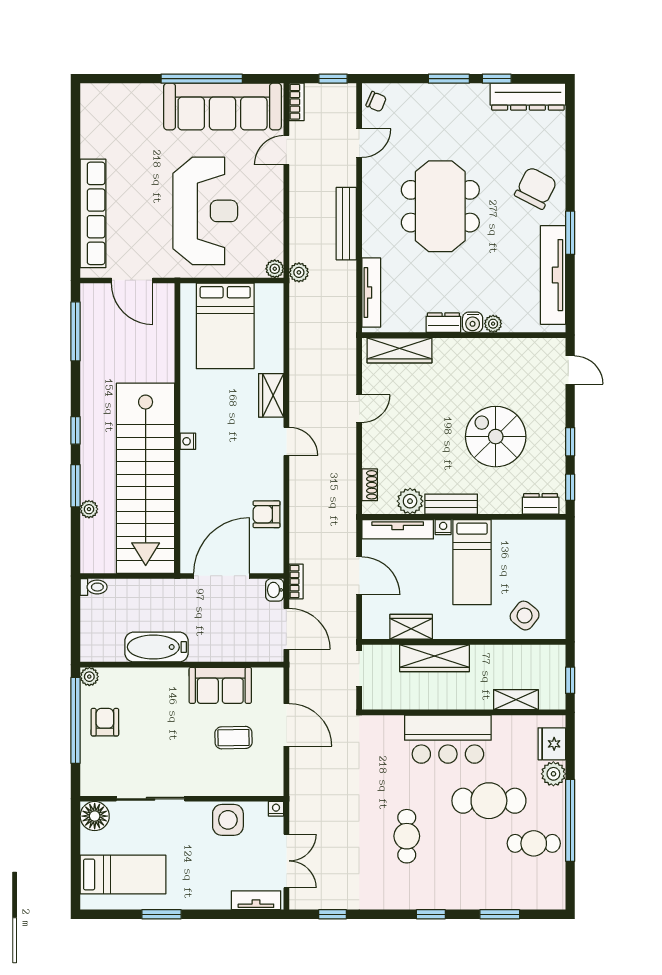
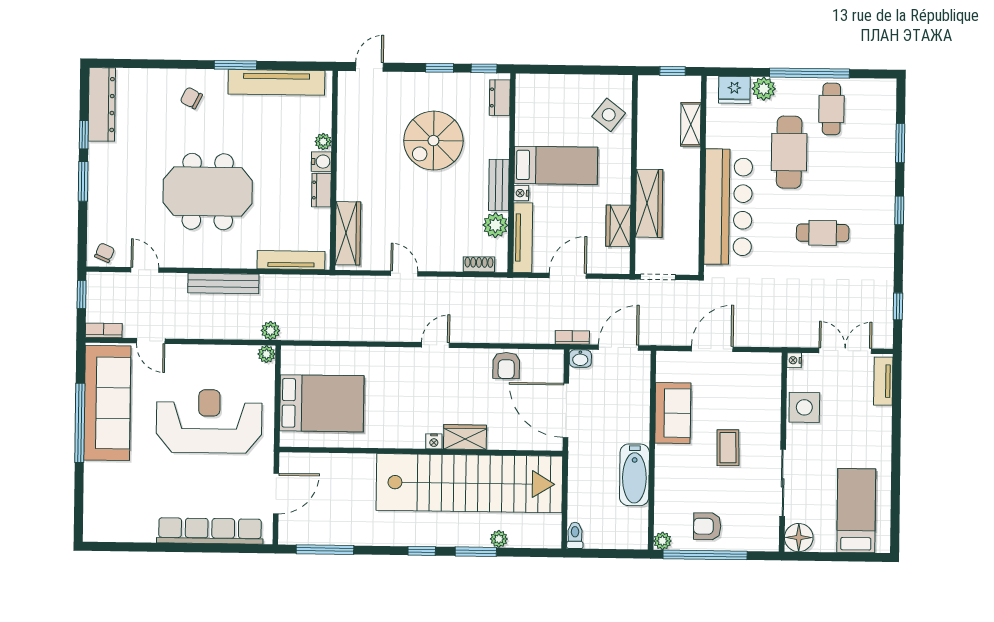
chair: (536, 188) -> (191, 98), width x0.54, depth x0.54
wardrobe: (271, 395) -> (465, 437), moved, turned 180
coffee table: (234, 738) -> (728, 448), moved
bar counter: (448, 739) -> (728, 207), width x1.36
window: (161, 914) -> (896, 474), removed

